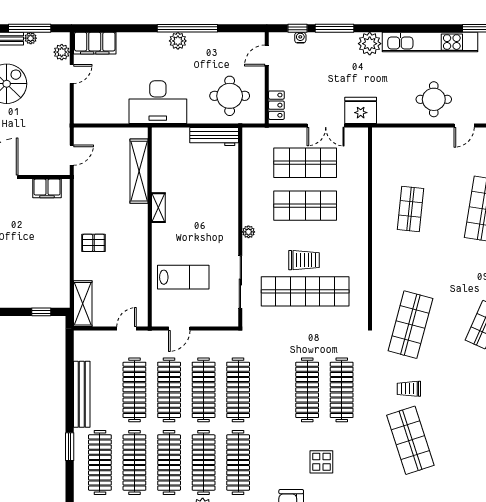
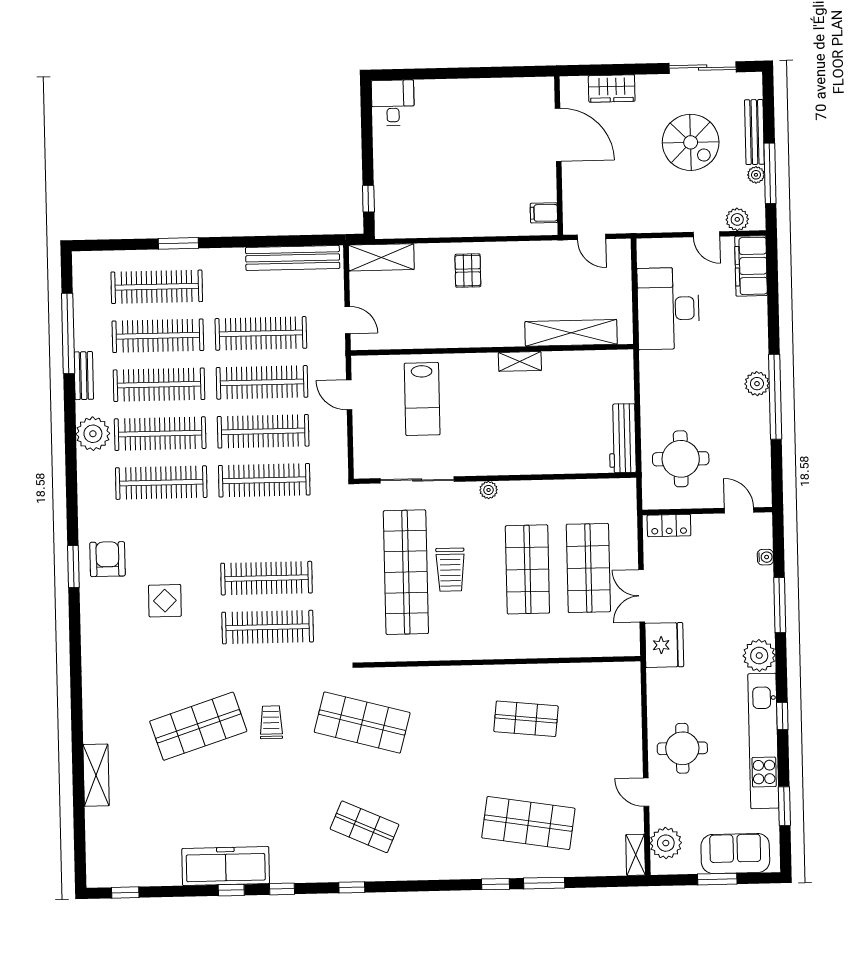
window: (298, 28) -> (782, 716), moved
desk: (158, 102) -> (668, 309), moved
filing cabinet: (47, 188) -> (544, 213), width x0.50
bench: (82, 394) -> (293, 258), moved

